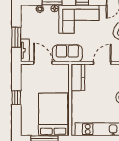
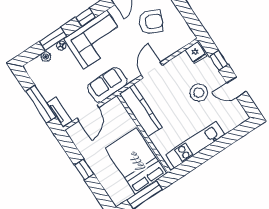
window: (16, 37) -> (41, 104), width x1.44
door: (43, 63) -> (88, 113), swing flipped
kitchen counter: (78, 77) -> (141, 110), width x1.50

